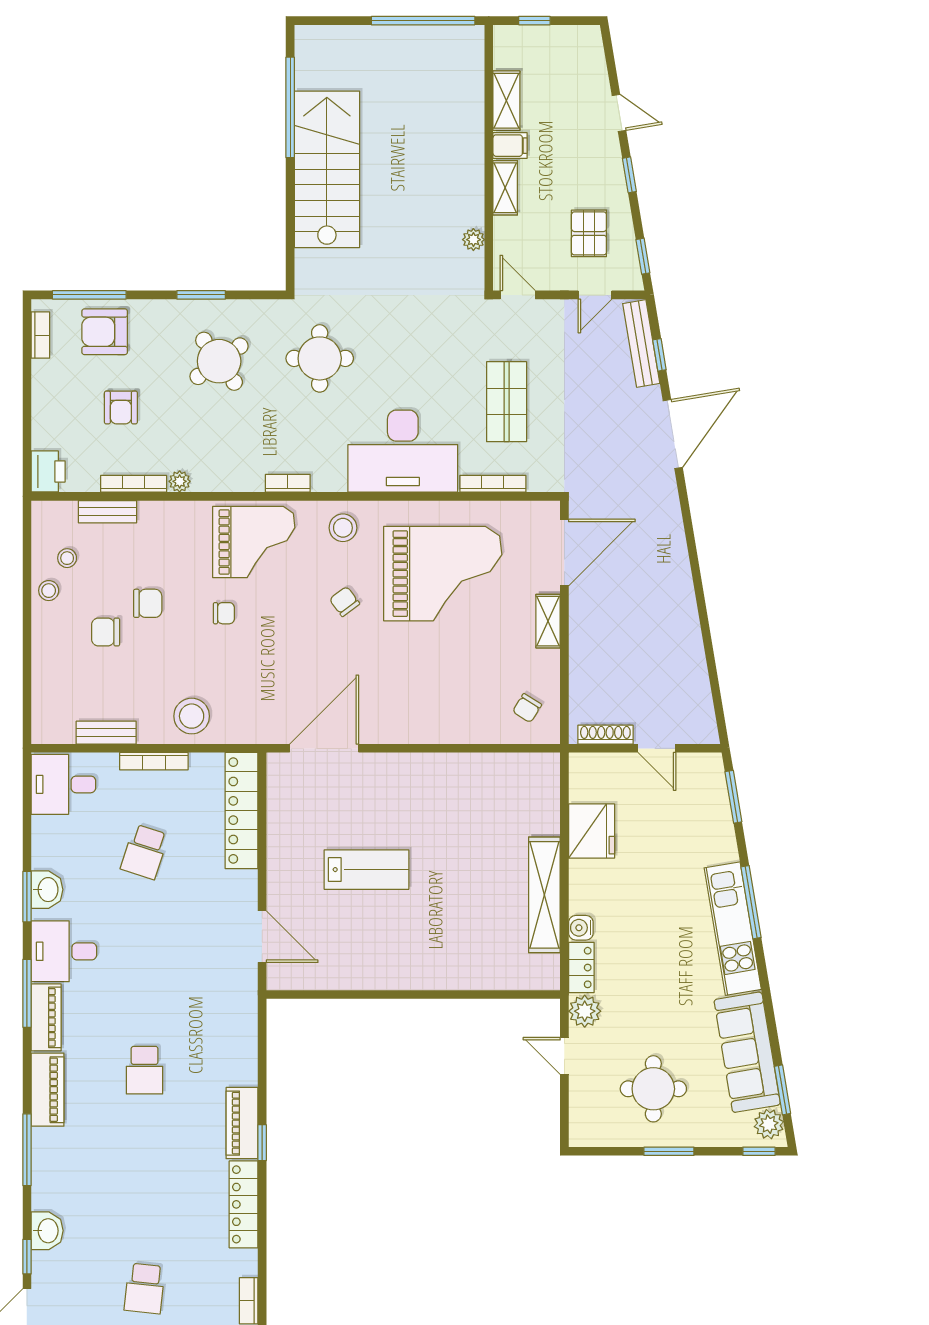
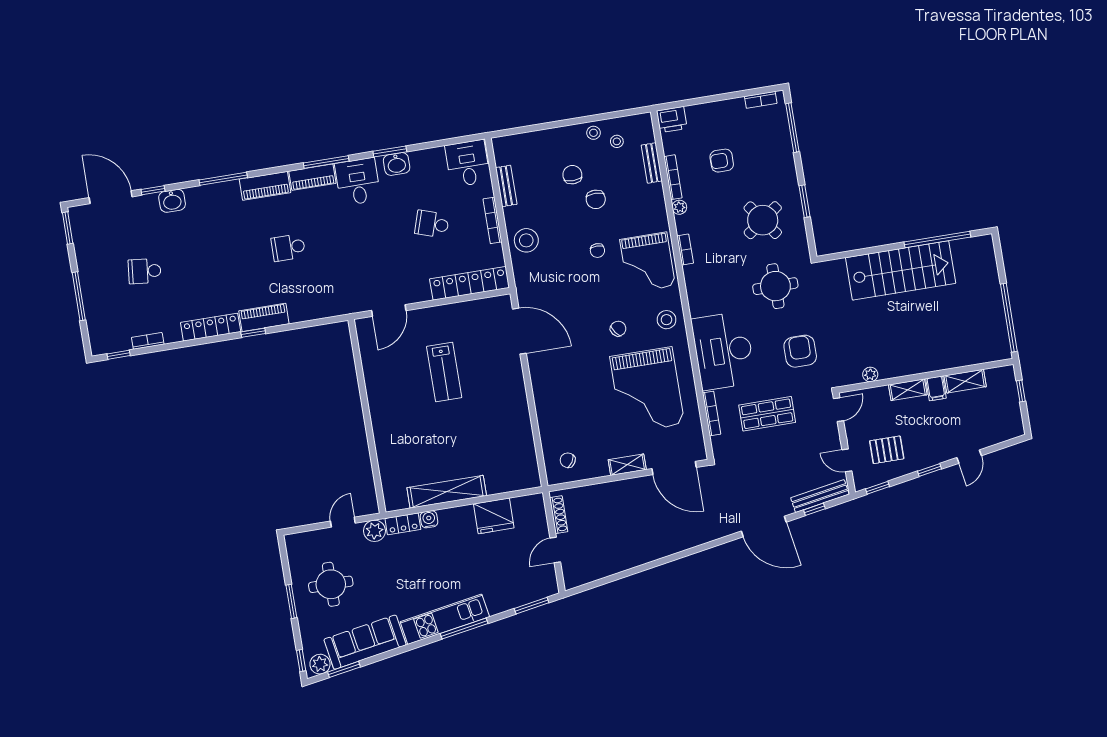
armchair: (105, 332) -> (800, 351), moved
bookcase: (288, 483) -> (685, 250), moved

